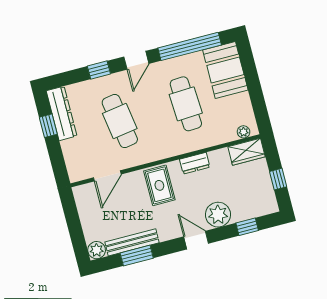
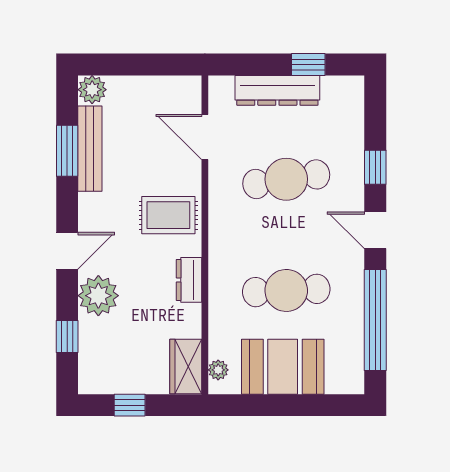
booth: (225, 70) -> (283, 367), moved
dresser: (61, 113) -> (277, 90), moved

